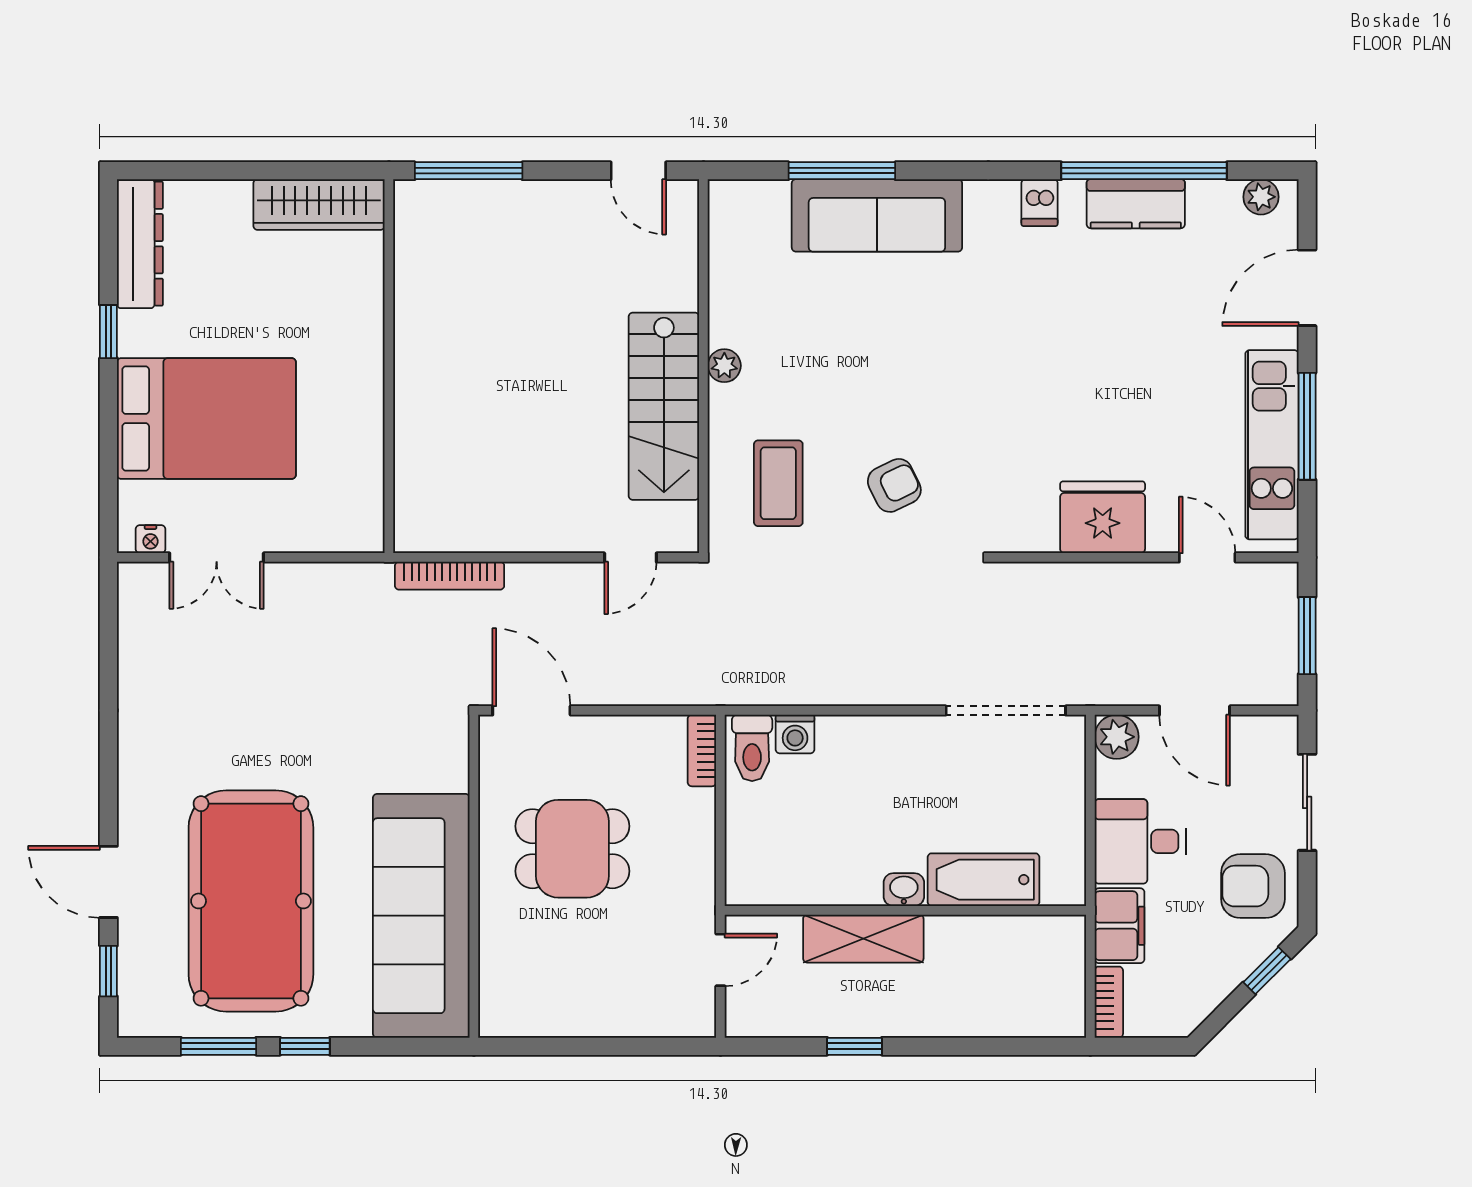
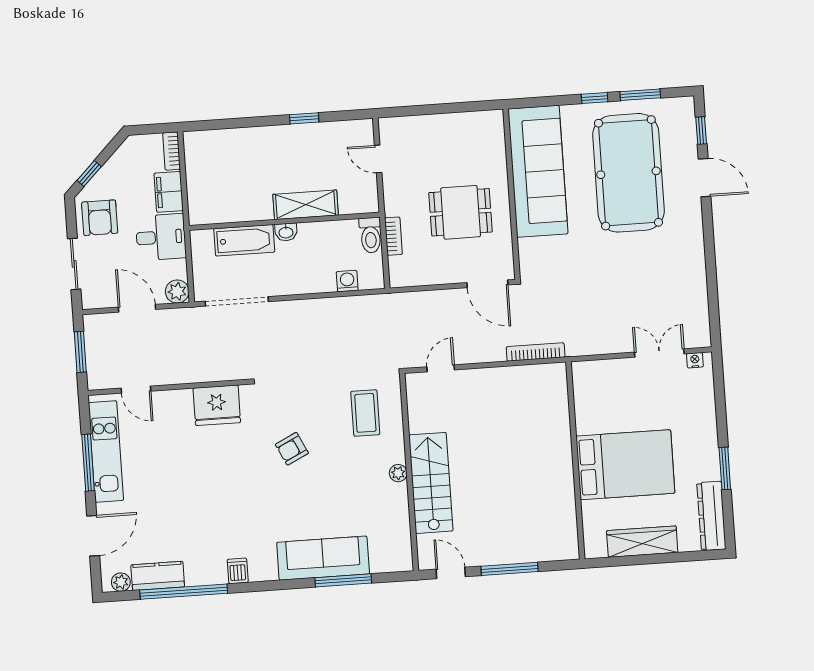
window: (469, 171) -> (510, 569), moved
kitchen counter: (1136, 204) -> (158, 576), moved
wardrobe: (319, 205) -> (642, 542), moved
window: (108, 332) -> (725, 468), width x1.50
stairs: (664, 406) -> (431, 483), moved
bed: (206, 418) -> (625, 465), moved, turned 180
armchair: (894, 485) -> (292, 449), moved
fridge: (1103, 517) -> (217, 405), moved
toilet: (752, 748) -> (371, 235), moved, turned 180
bookcase: (702, 751) -> (393, 236), moved
bathtub: (984, 880) -> (244, 240), moved
armchair: (1253, 886) -> (100, 218), turned 90
washbasin: (904, 890) -> (286, 232), moved
wall: (905, 910) -> (284, 221), moved
shelving: (863, 939) -> (306, 205), moved
door: (720, 960) -> (378, 159), hinge flipped

